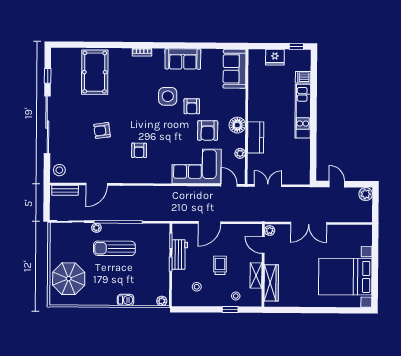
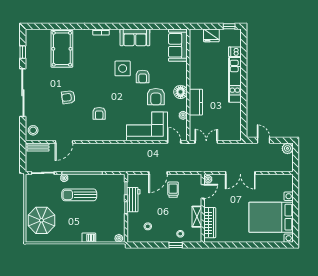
door: (263, 245) -> (203, 191), swing flipped
trolley: (220, 265) -> (173, 190), moved

